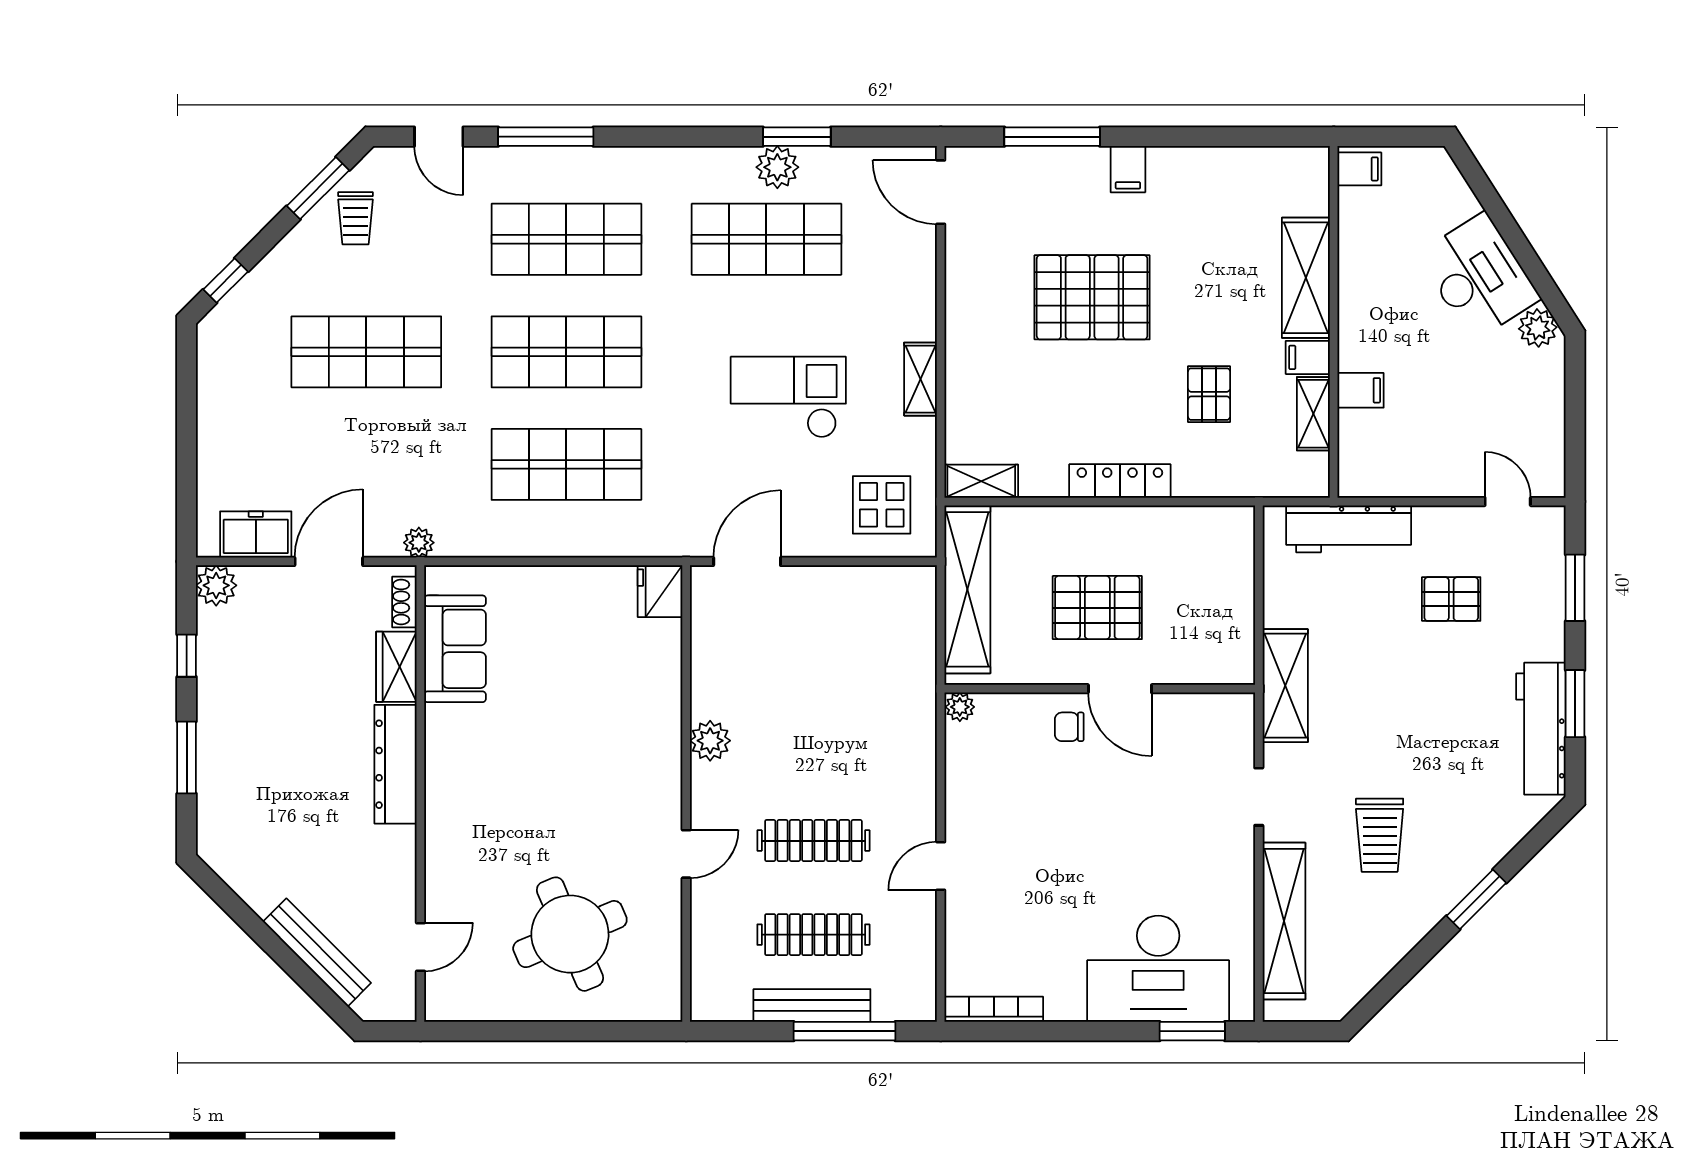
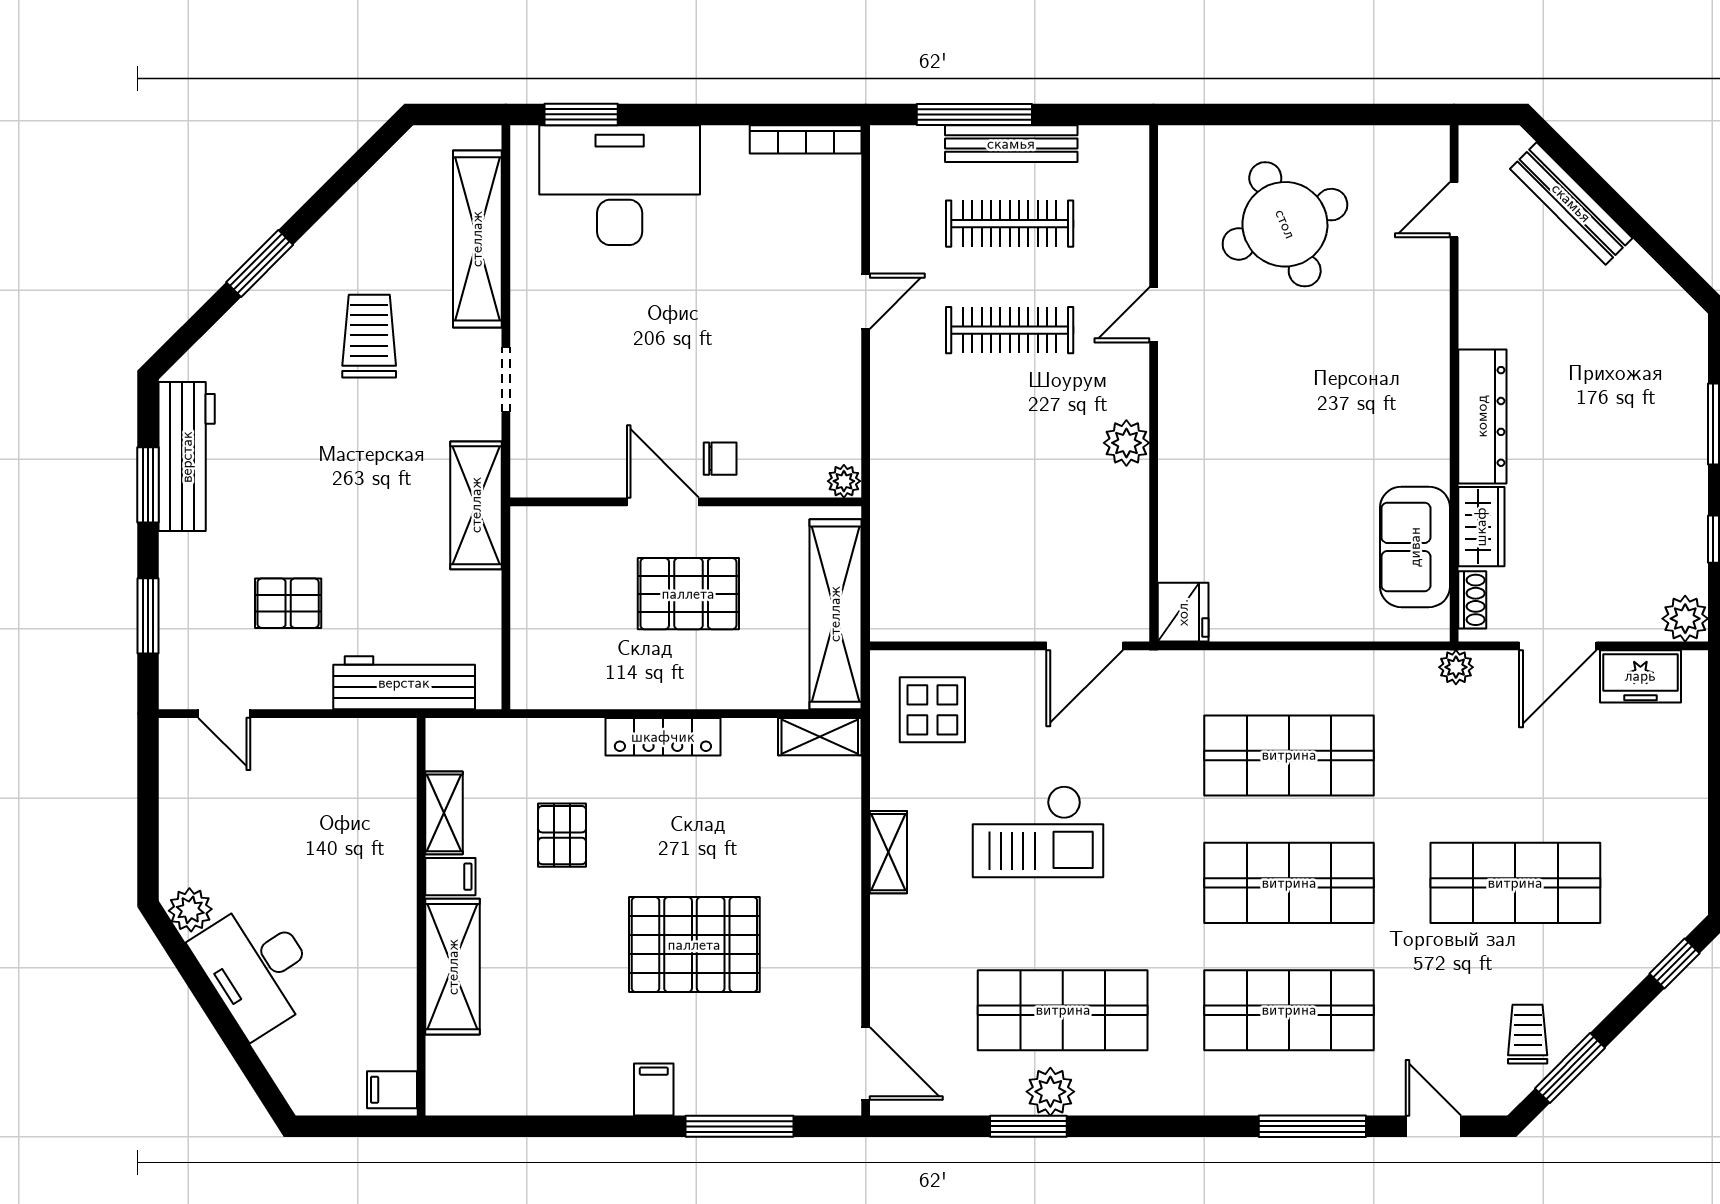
filing cabinet: (1361, 390) -> (391, 839), removed

